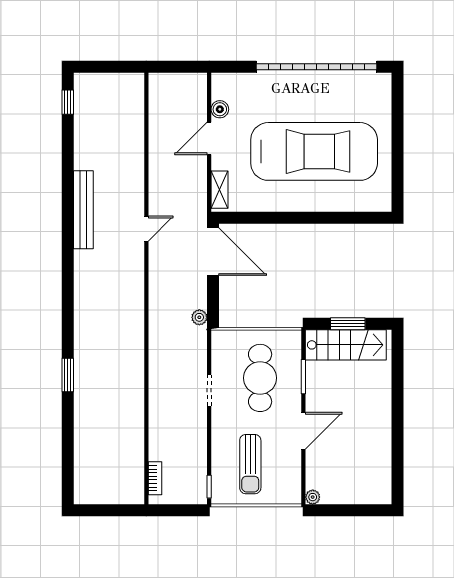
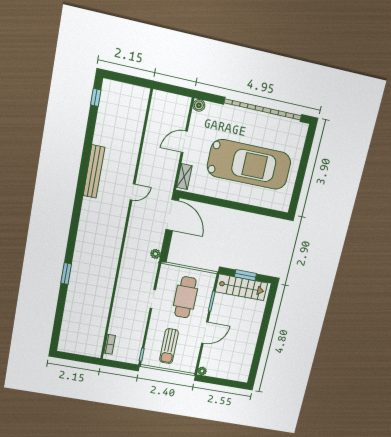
boiler: (220, 109) -> (199, 105), moved

